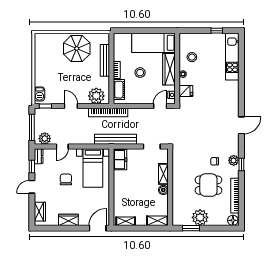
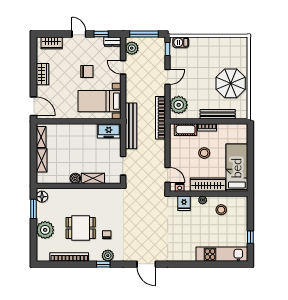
dining table: (208, 185) -> (81, 228), turned 90
plant: (200, 217) -> (45, 230), moved
floor lamp: (233, 220) -> (42, 197), moved
shelving: (157, 221) -> (42, 160), moved

